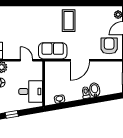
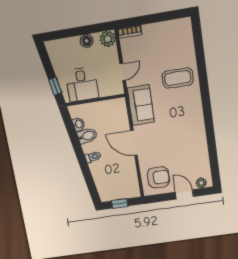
coffee table: (69, 21) -> (178, 78), moved
bidet: (95, 90) -> (87, 136), moved
window: (12, 114) -> (55, 86), moved

